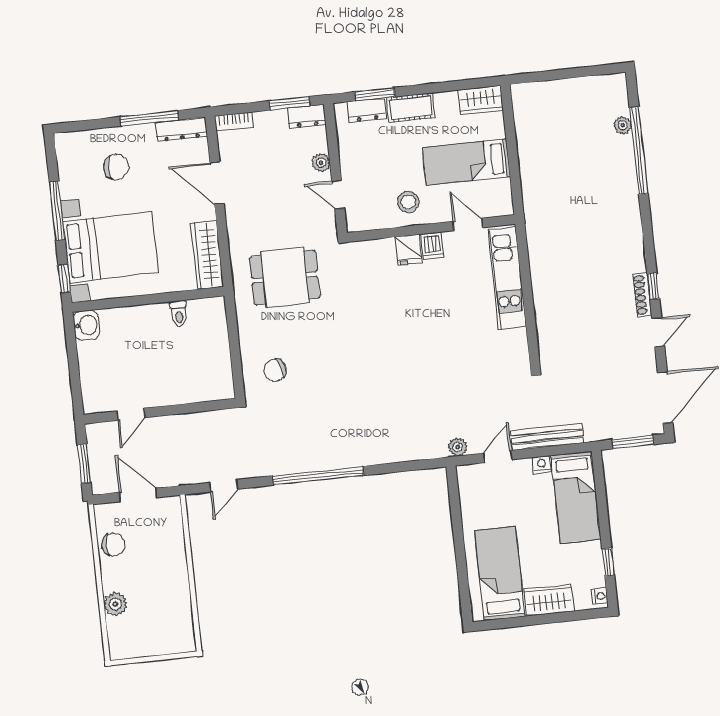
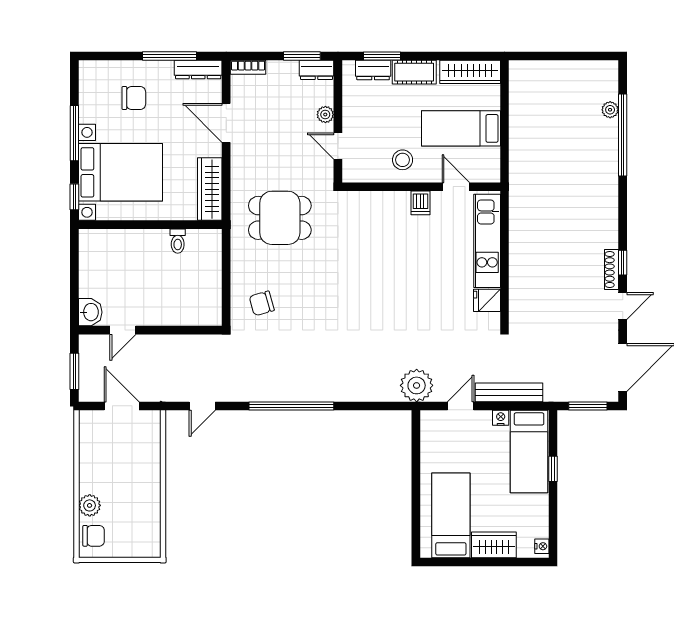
wardrobe: (481, 100) -> (470, 72), width x1.50
fridge: (409, 250) -> (487, 300), moved, turned 90
washbasin: (86, 325) -> (90, 312), moved
plant: (458, 447) -> (417, 385), width x1.87, depth x1.87
chair: (113, 544) -> (94, 536), moved
window: (608, 562) -> (553, 469), moved

